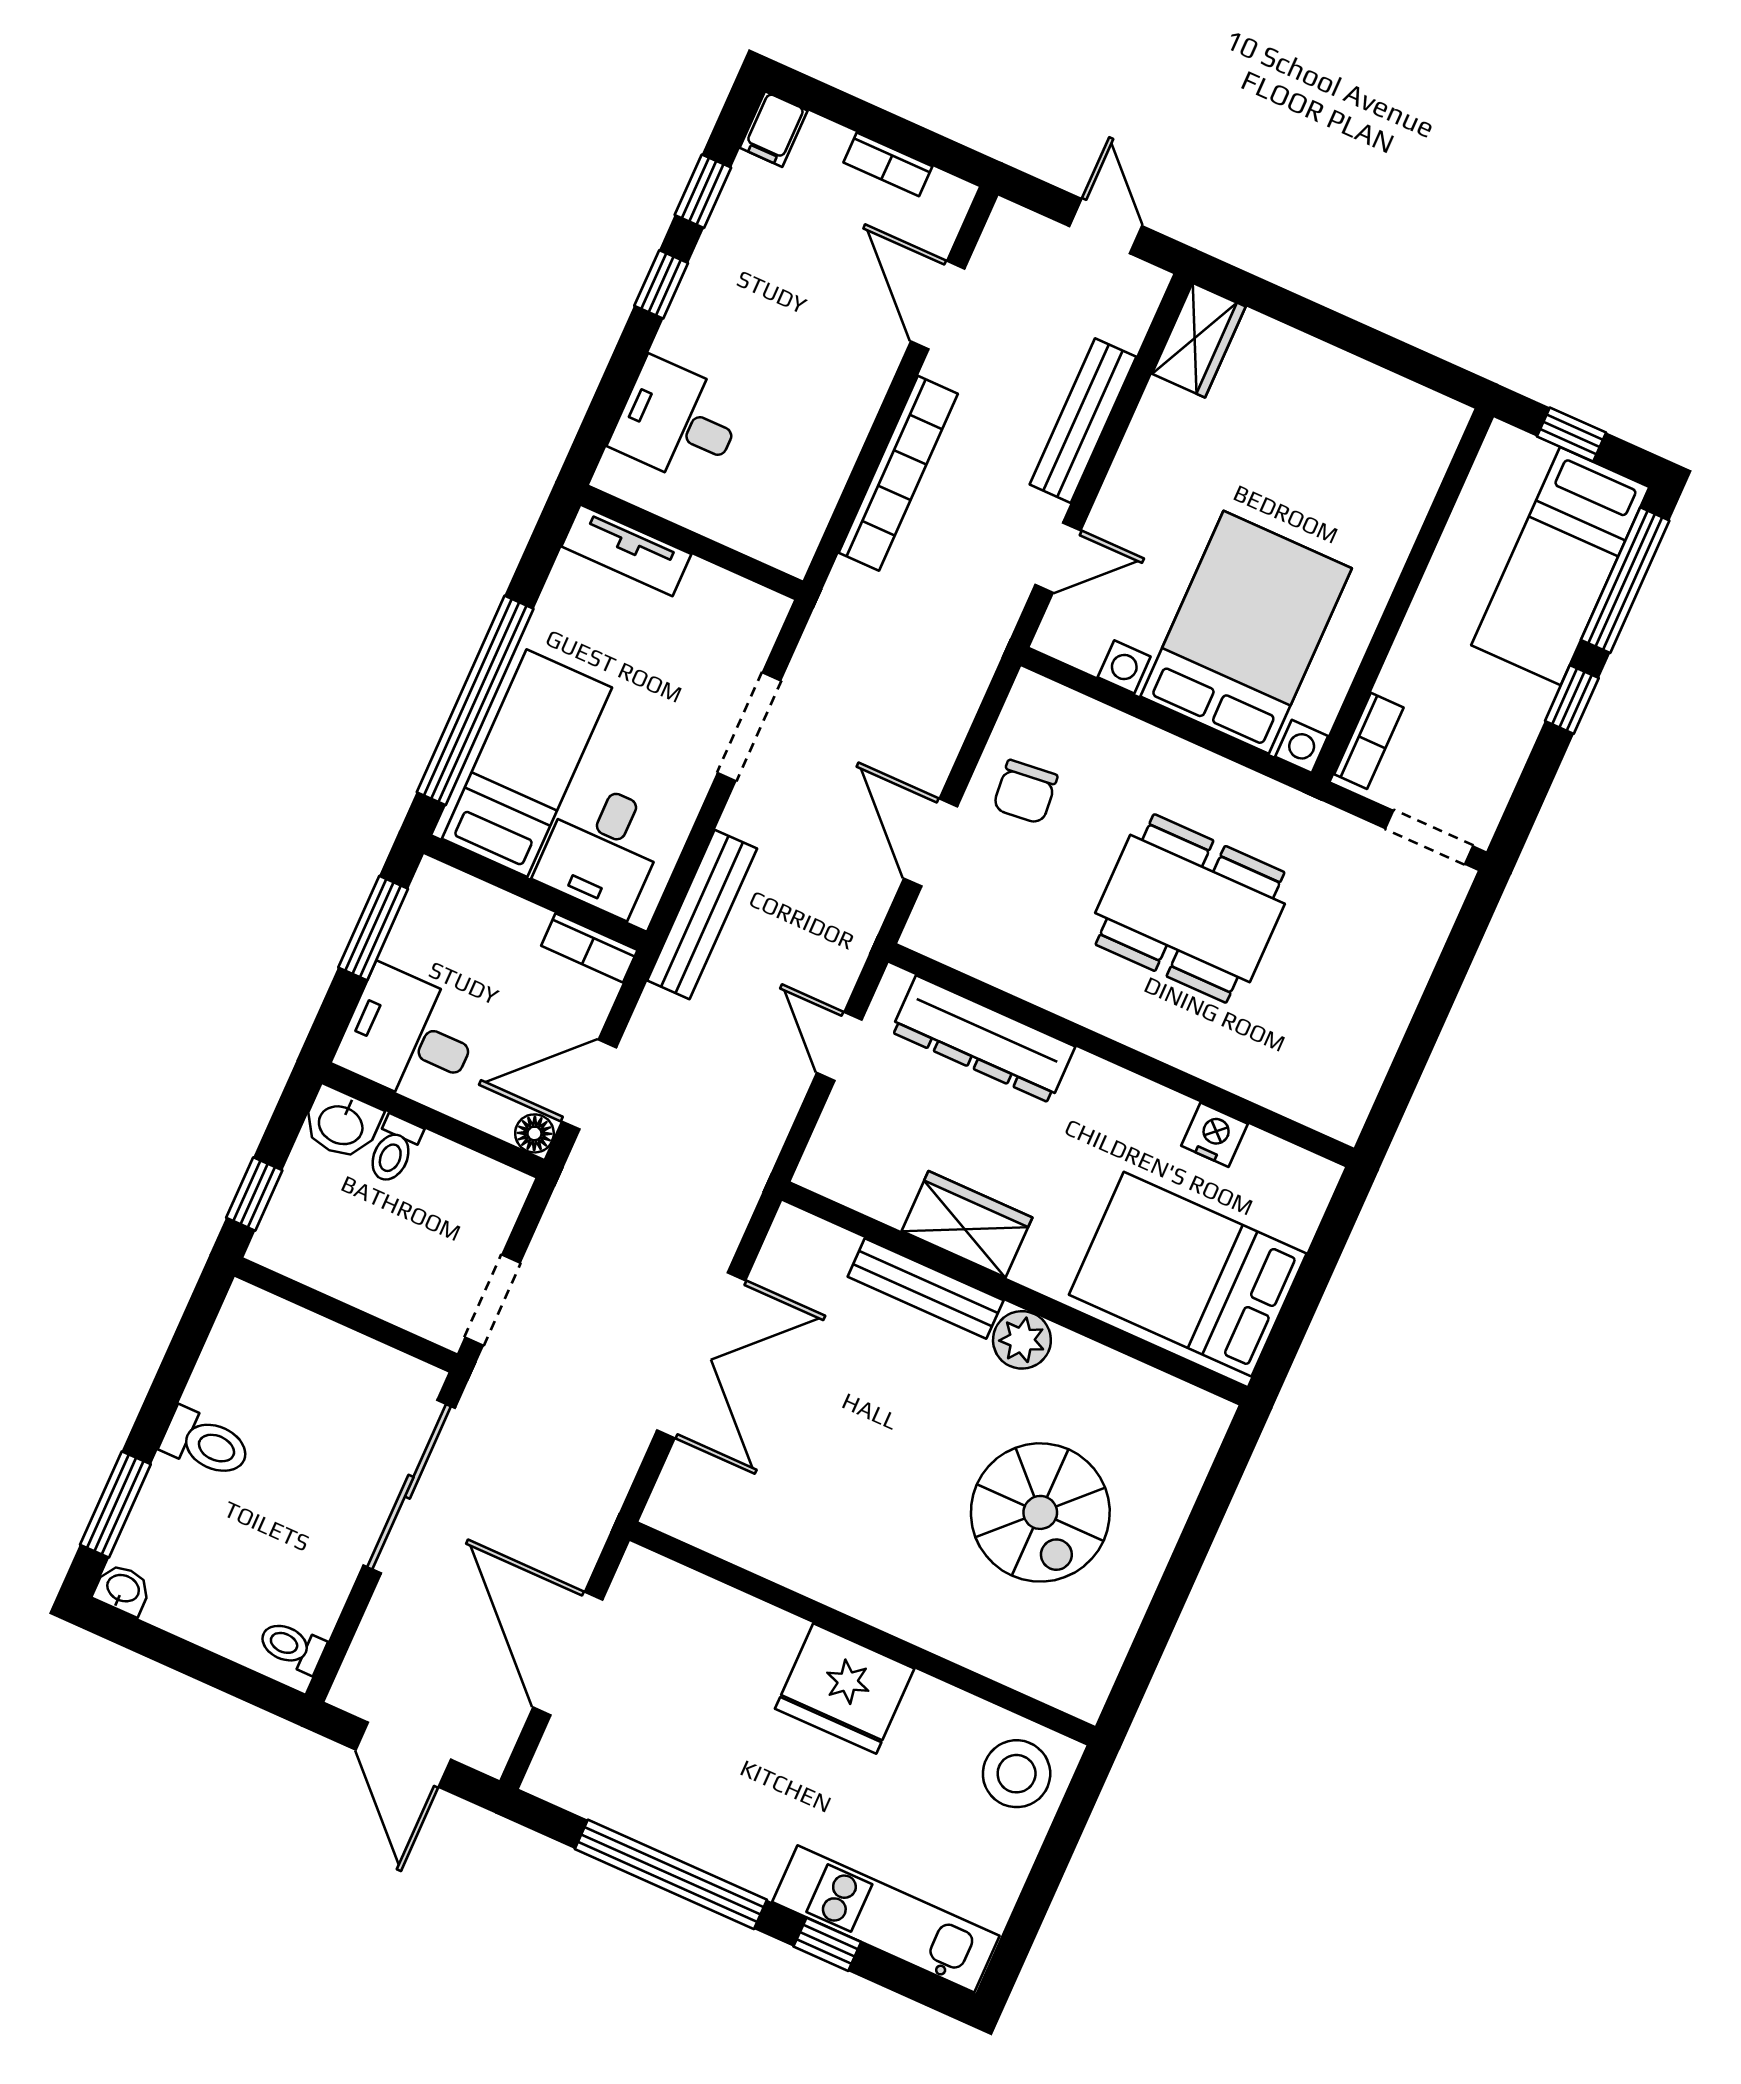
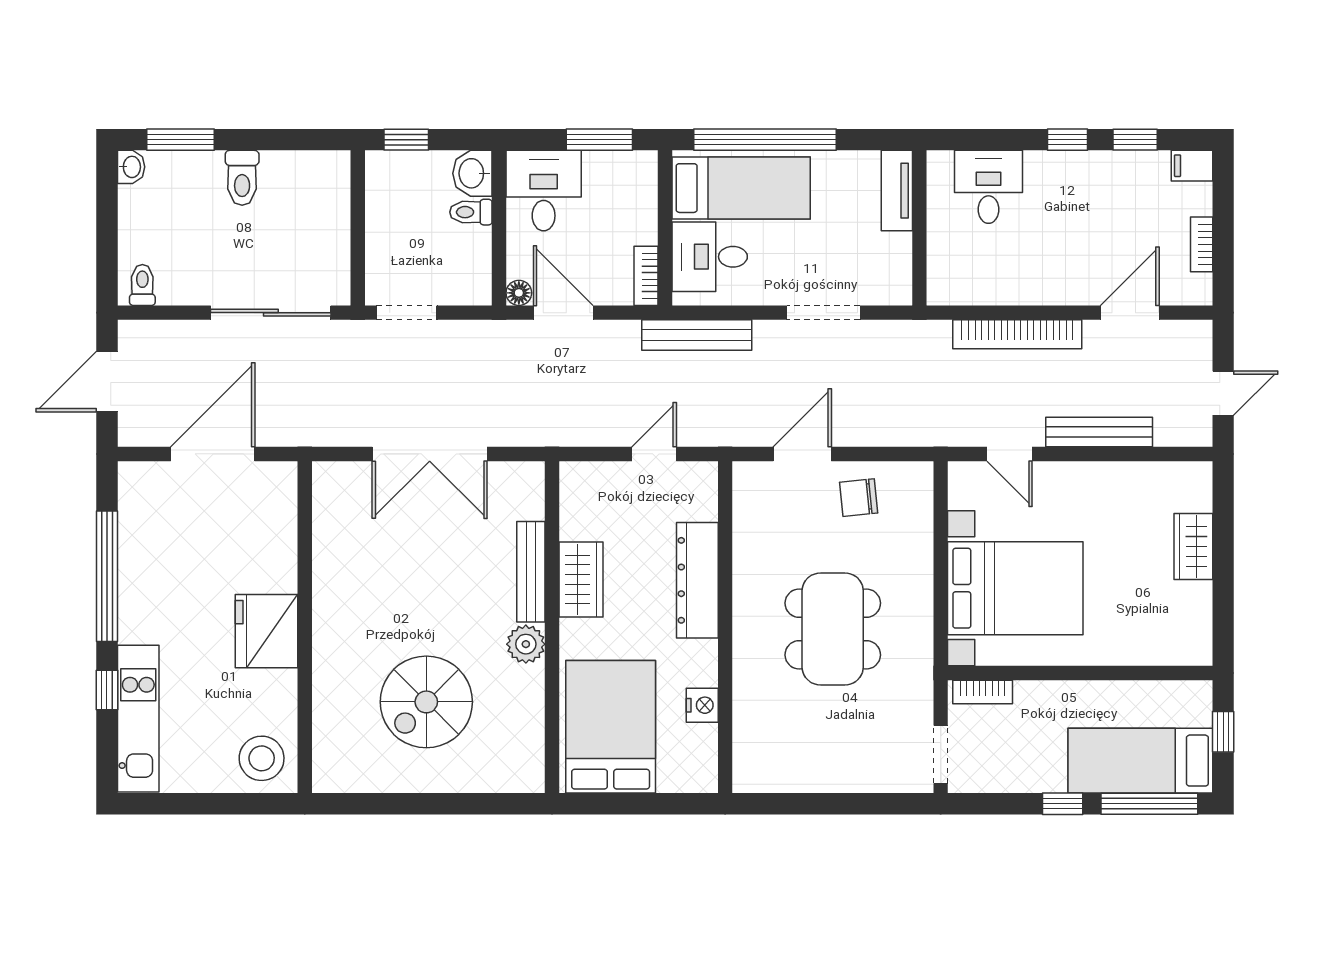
wardrobe: (1199, 340) -> (1193, 546), moved, turned 90
dresser: (983, 1039) -> (697, 580), moved

